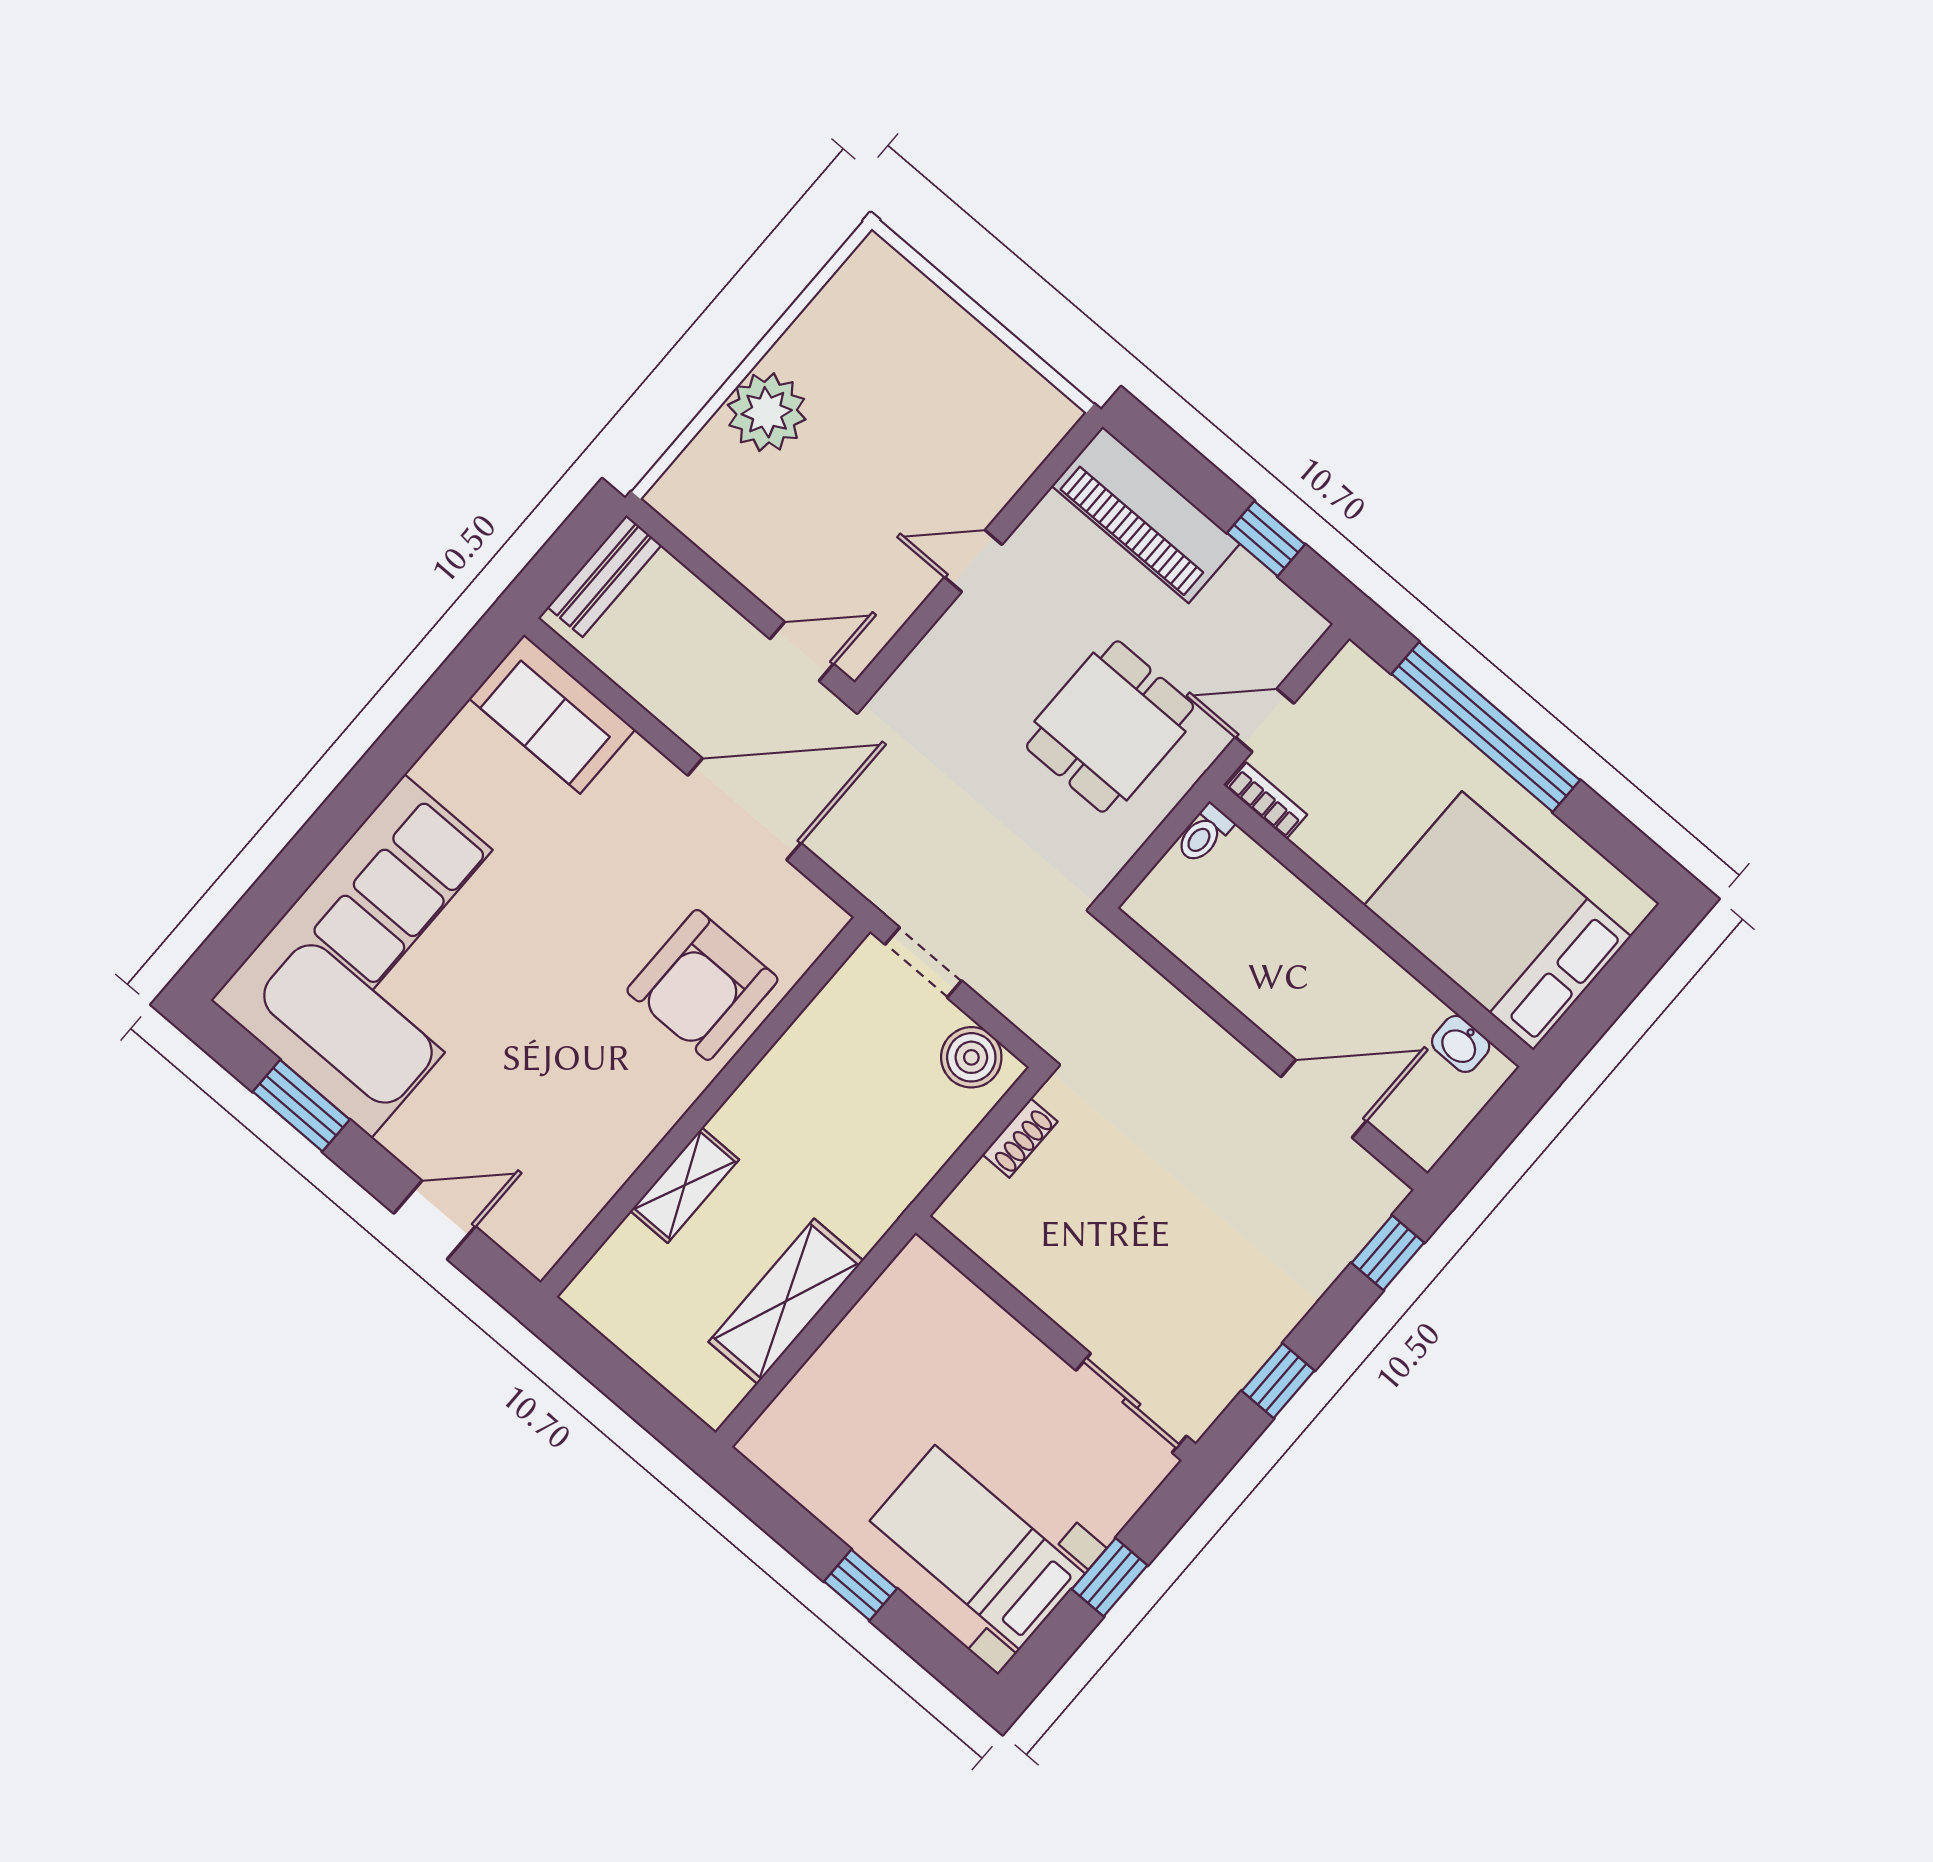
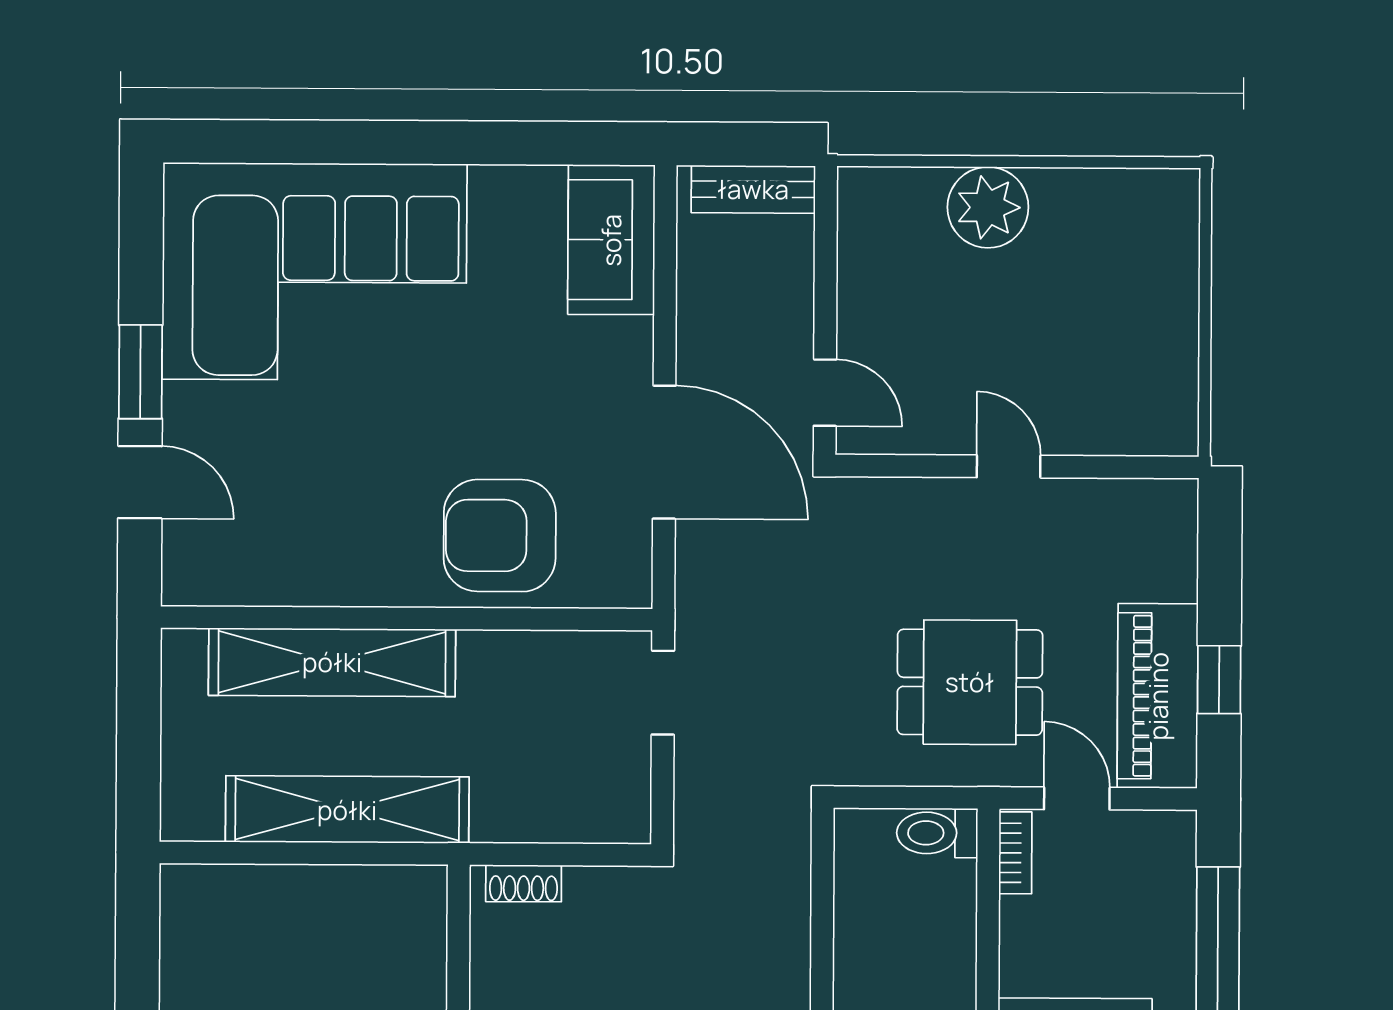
piano: (1146, 515) -> (1158, 696), moved
toilet: (1204, 834) -> (937, 833), width x1.37, depth x1.39
boiler: (971, 1057) -> (621, 793), removed
window: (301, 1106) -> (140, 372), moved
shoe rack: (1020, 1138) -> (524, 883), moved
shelving: (685, 1185) -> (332, 662), width x2.20, depth x1.33
shelving: (786, 1301) -> (347, 810), width x1.47

